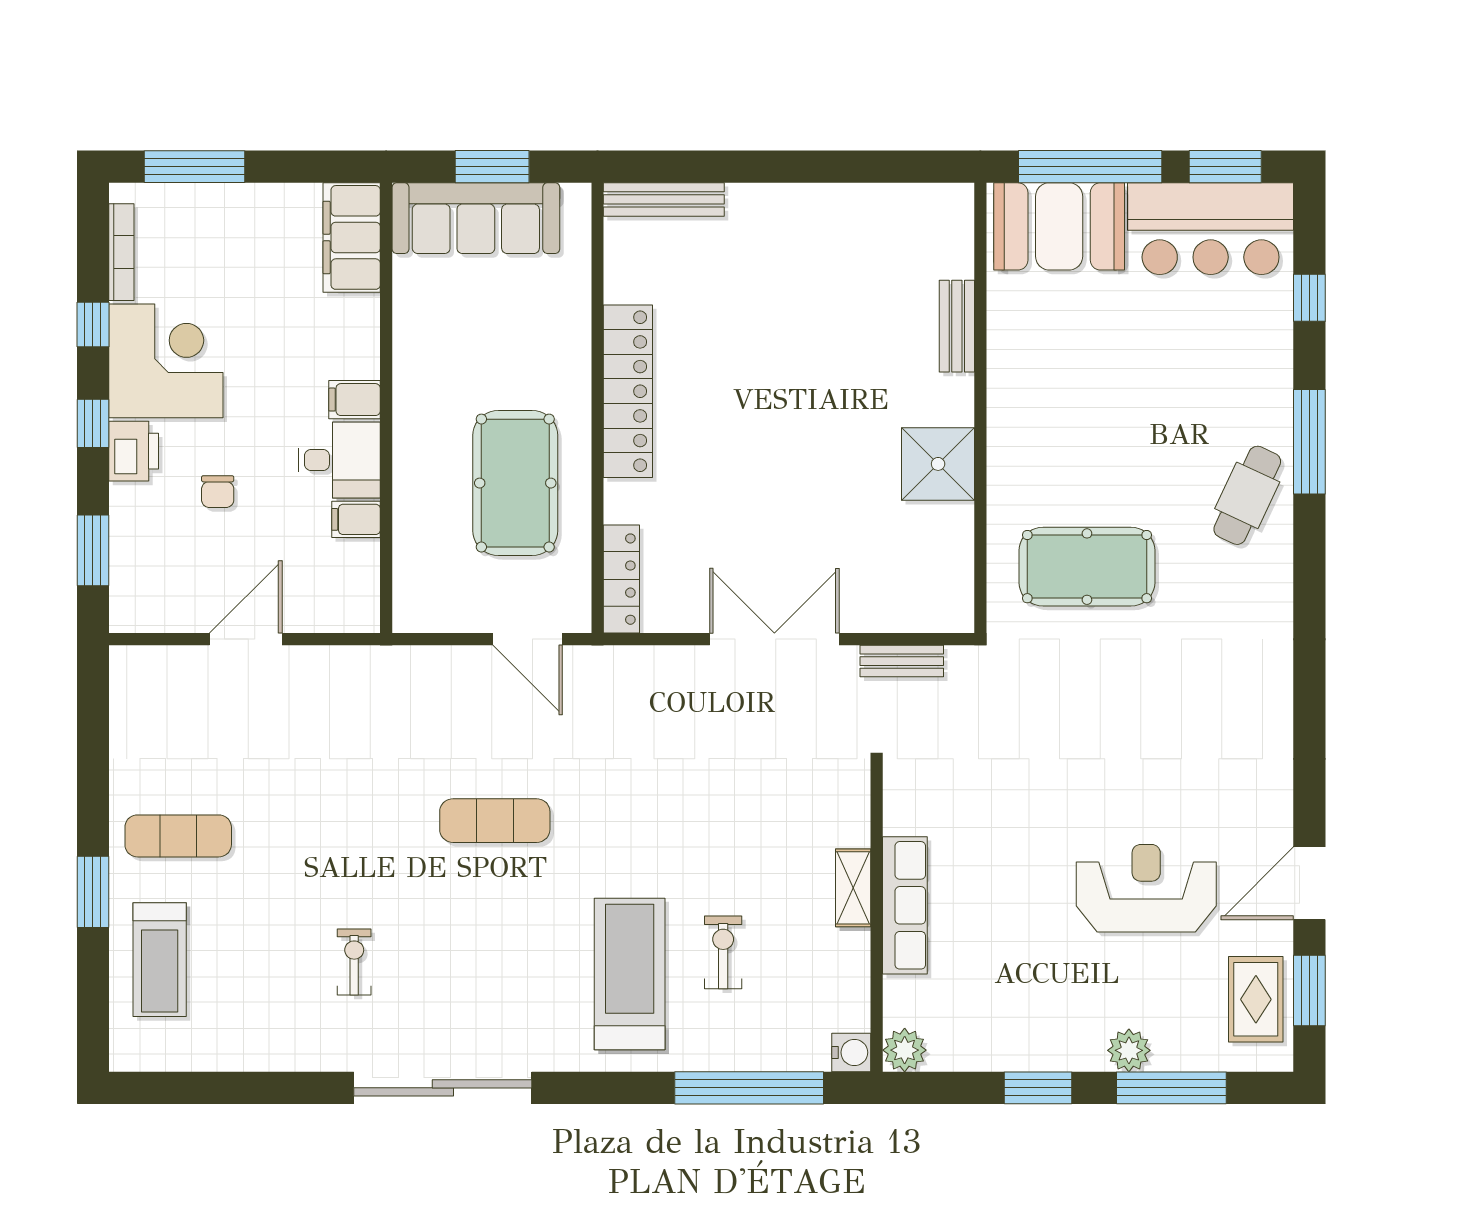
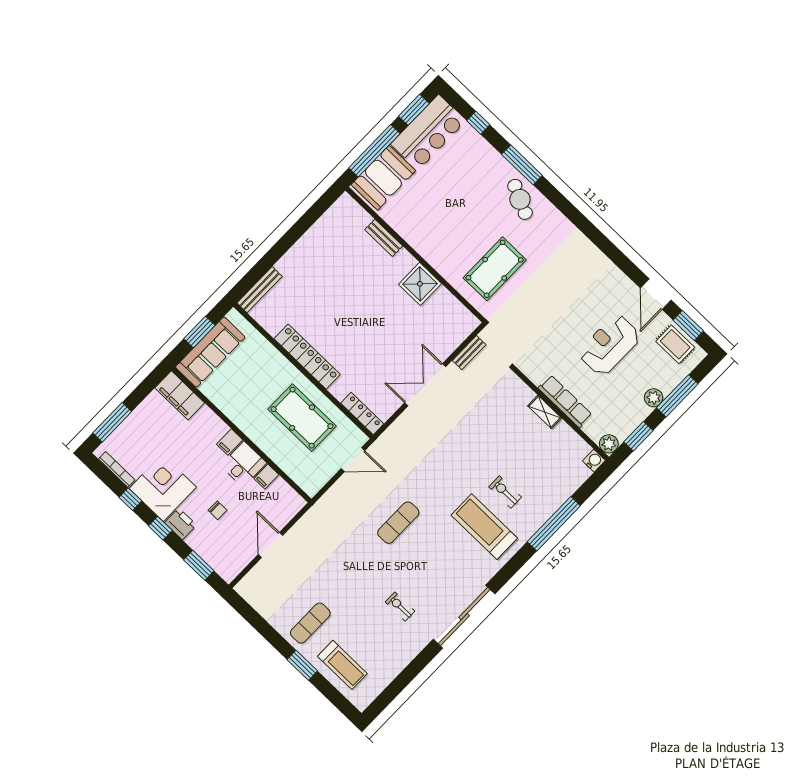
shelving: (853, 888) -> (545, 412), moved
row of seats: (905, 905) -> (565, 401), moved
wall: (877, 918) -> (561, 414), moved
plant: (905, 1050) -> (609, 444), moved
water cooler: (851, 1052) -> (594, 461), moved

